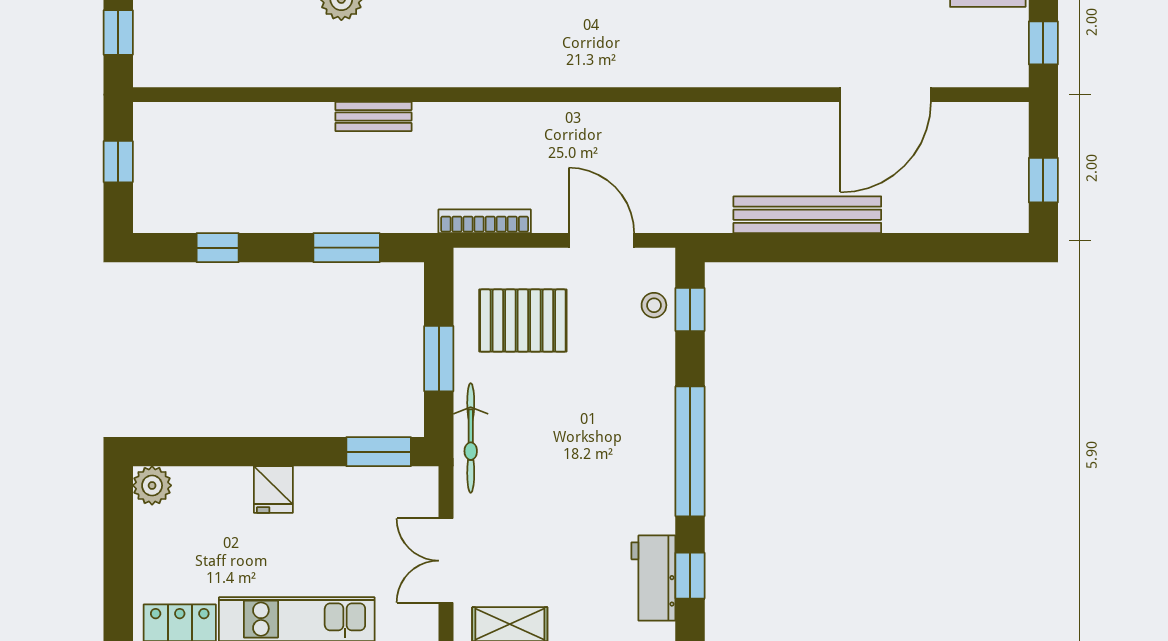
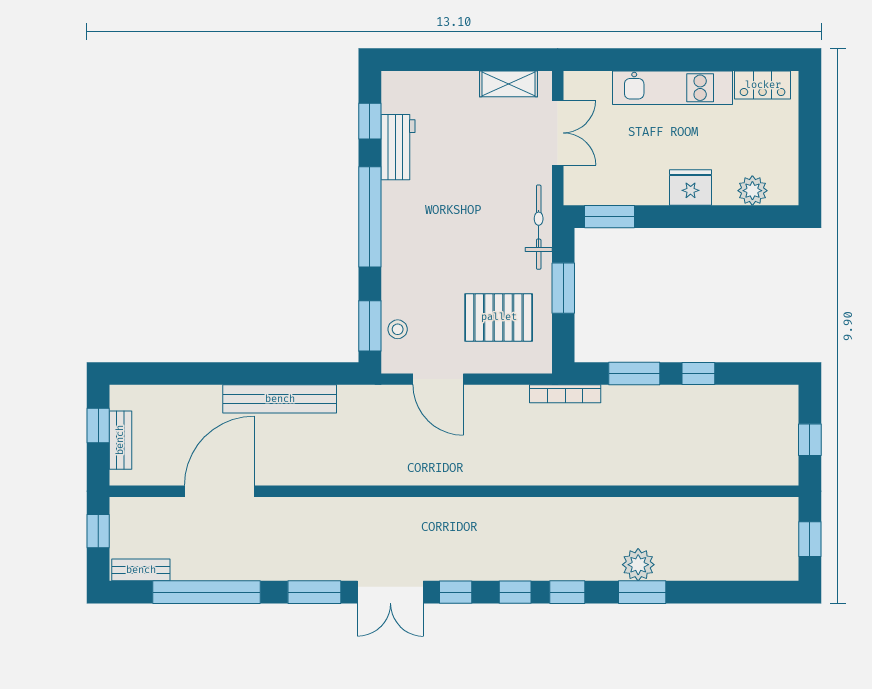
bench: (373, 117) -> (120, 440), moved, turned 90
bookcase: (485, 221) -> (565, 394), moved
window: (218, 248) -> (698, 374), moved
window: (690, 310) -> (370, 326), width x1.50
plant: (152, 485) -> (752, 191), moved
fridge: (273, 489) -> (691, 187), width x1.38
workbench: (653, 578) -> (398, 147), moved

